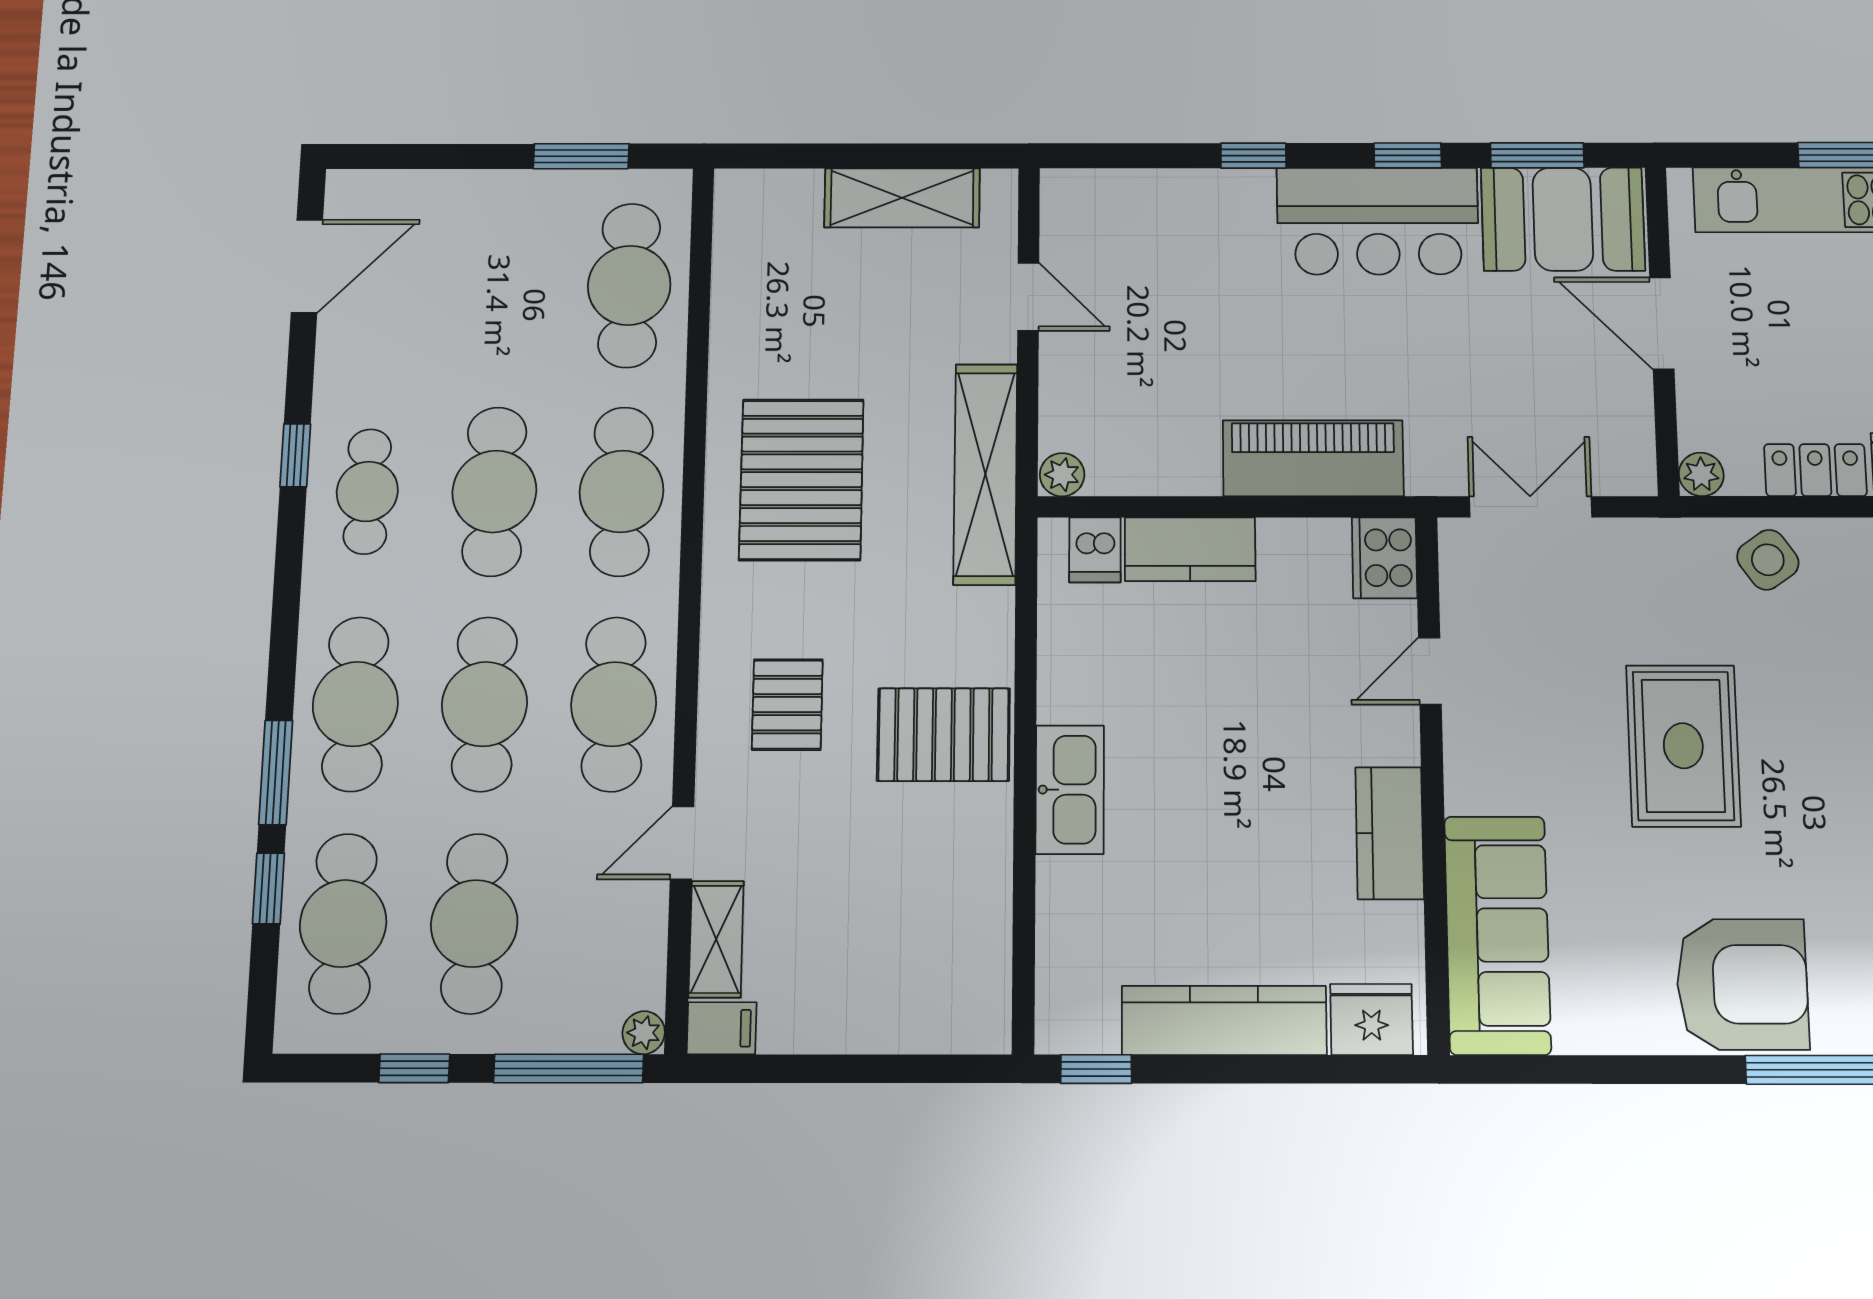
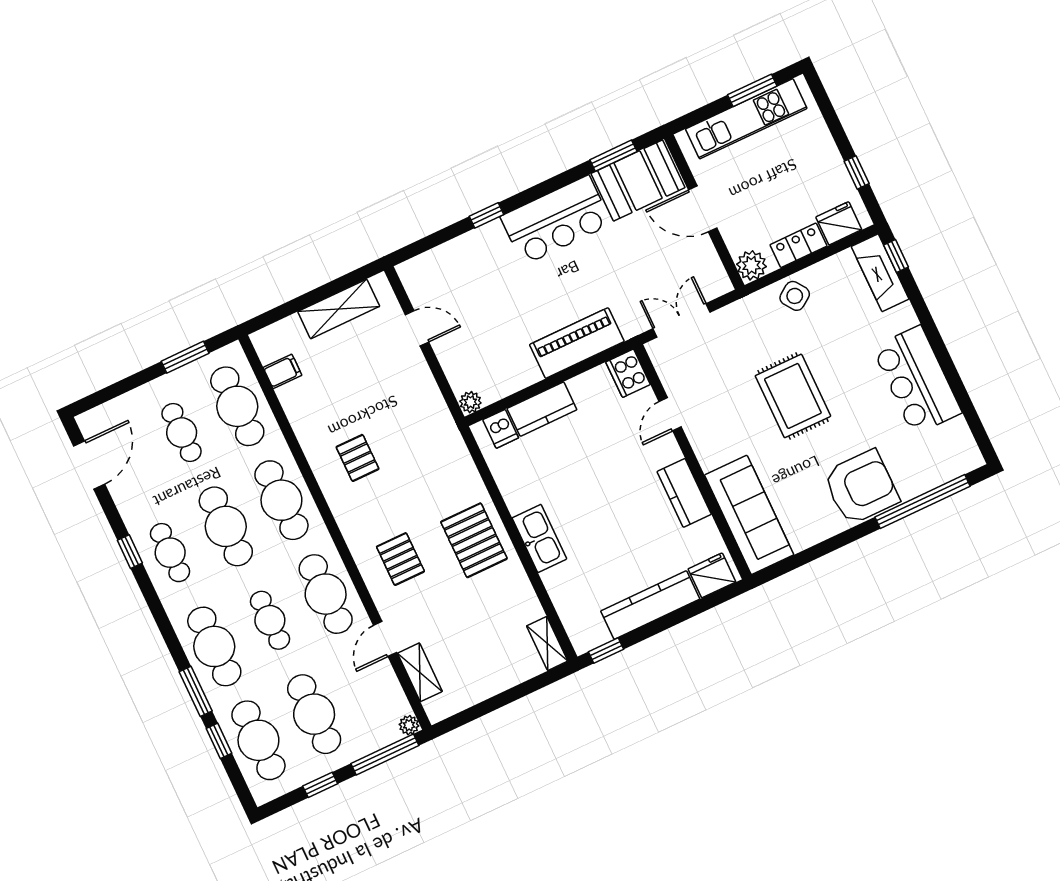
window: (1408, 155) -> (556, 183), removed
cafe table: (504, 285) -> (182, 433), added
shelving: (985, 474) -> (547, 643), moved, width x0.45, depth x0.75
plant: (1701, 474) -> (751, 265), width x1.38, depth x1.38
pallet: (801, 480) -> (358, 458), width x0.49, depth x0.50
cafe table: (484, 704) -> (270, 620), width x0.73, depth x0.74
pallet: (943, 735) -> (474, 540), turned 90
filing cabinet: (722, 1028) -> (282, 371), moved

